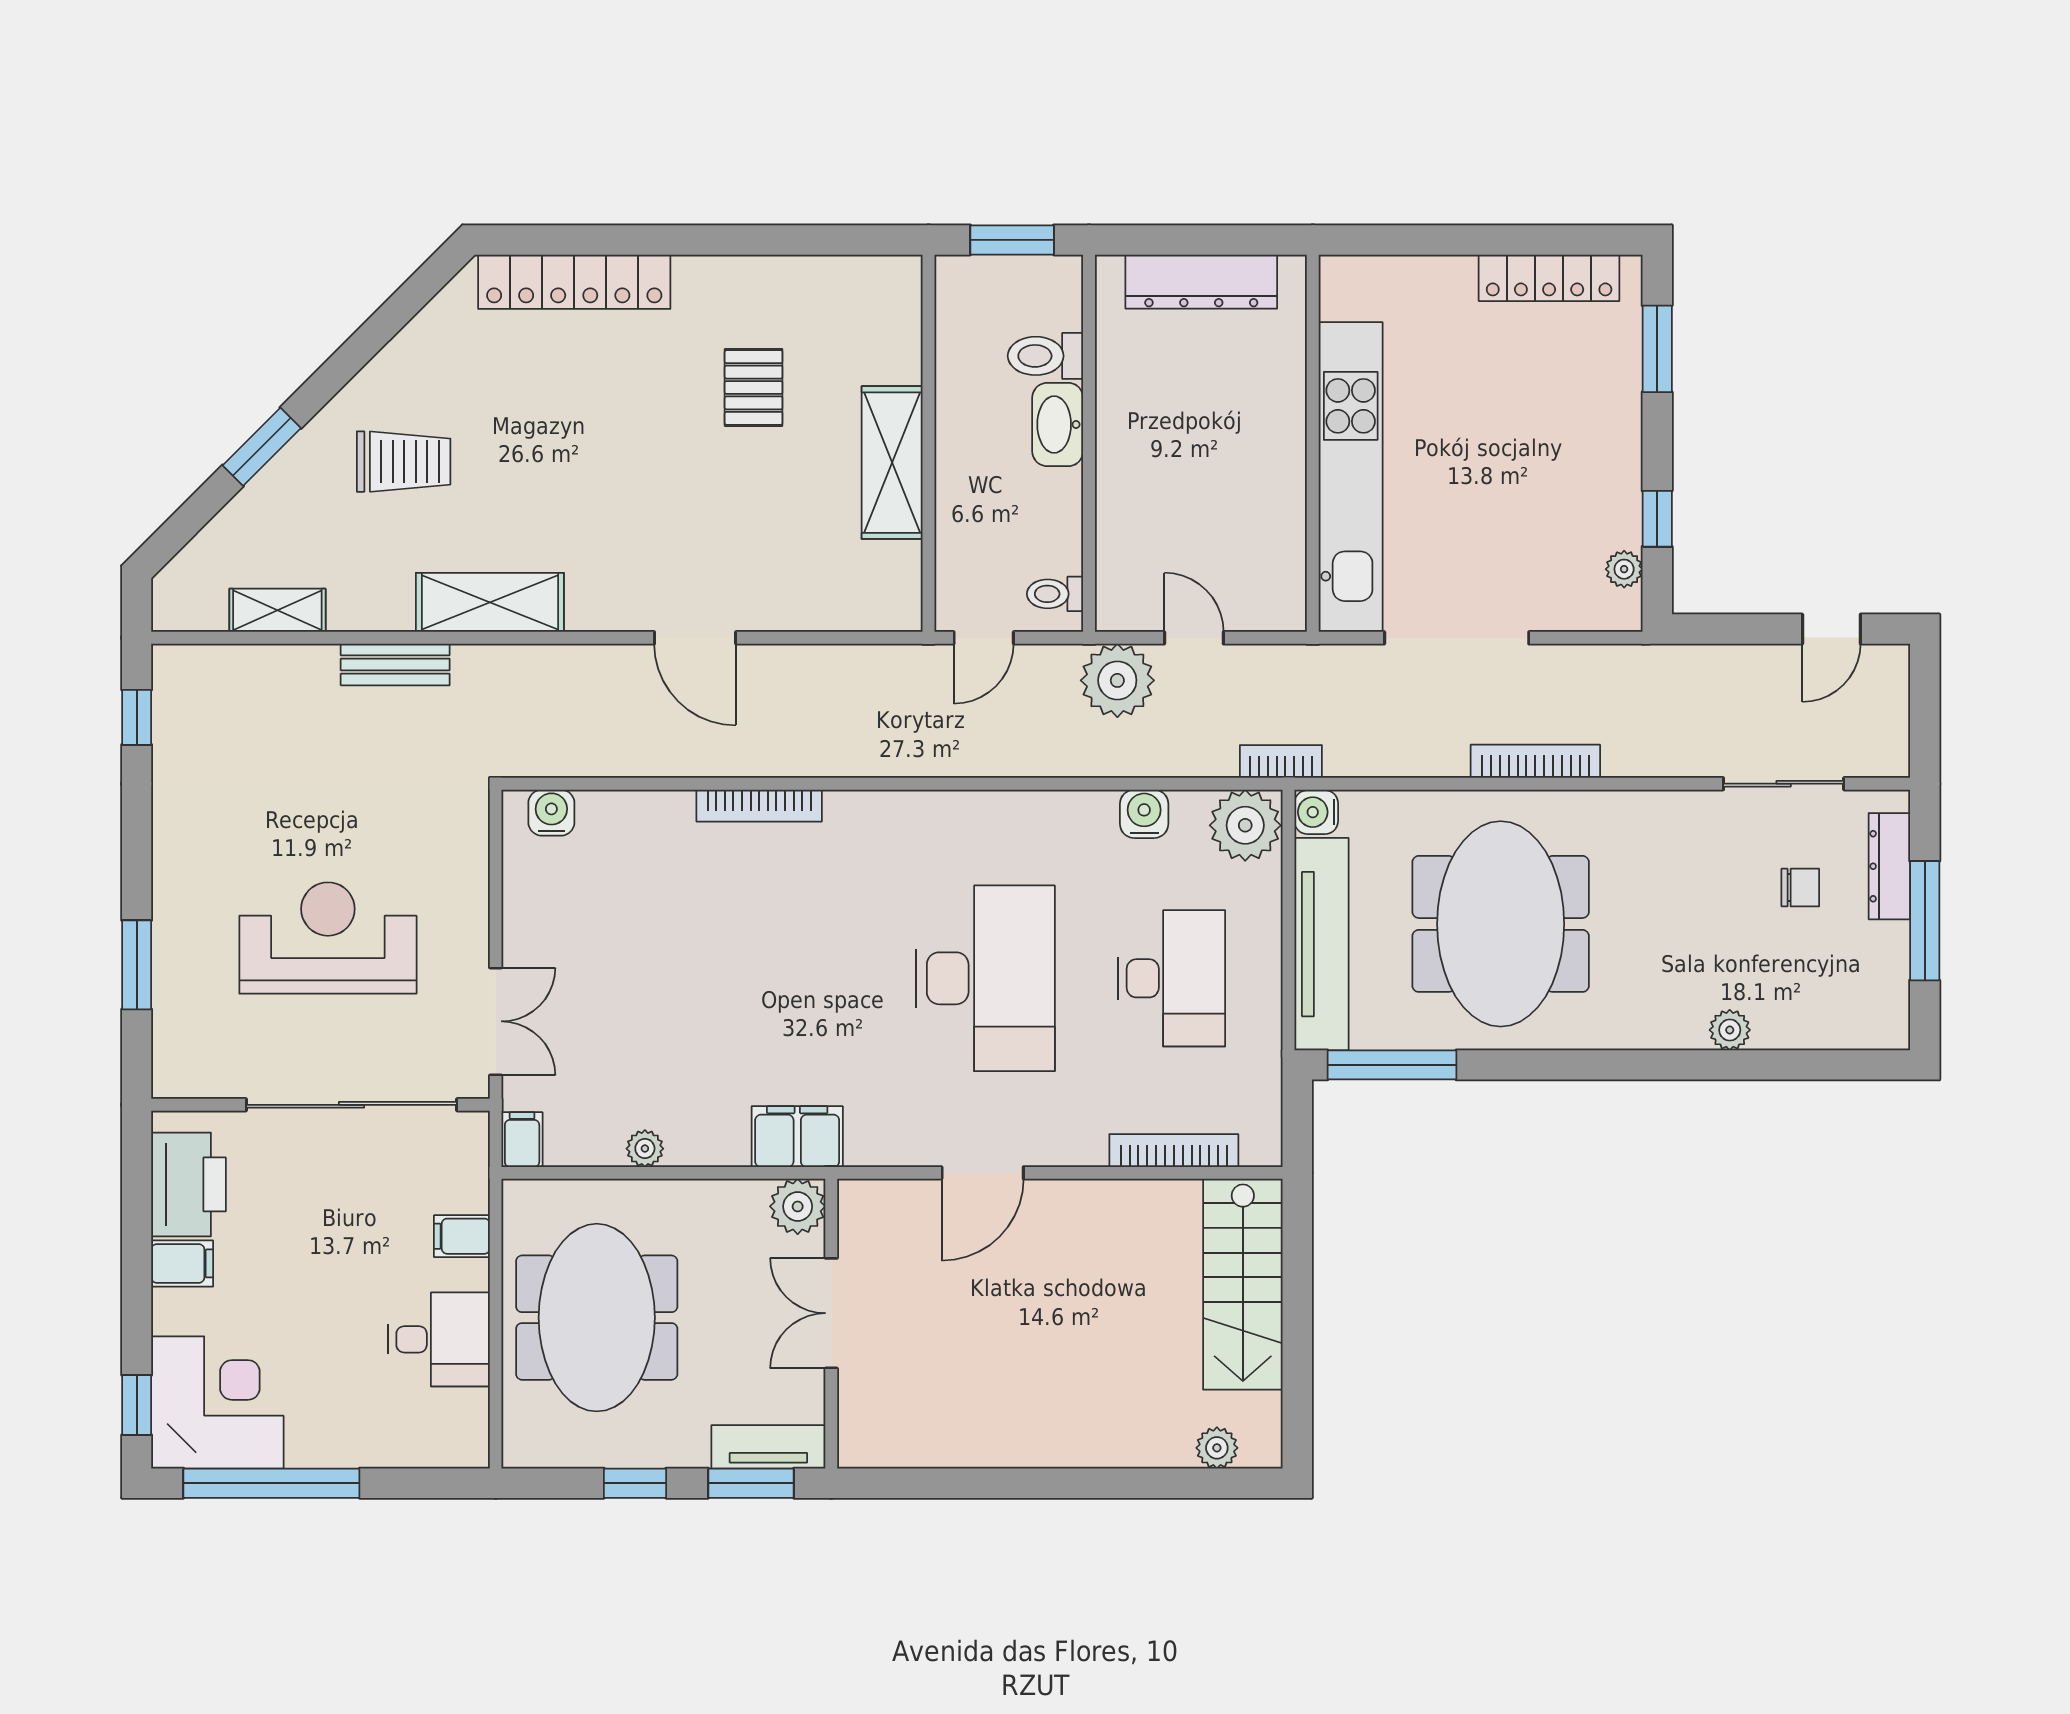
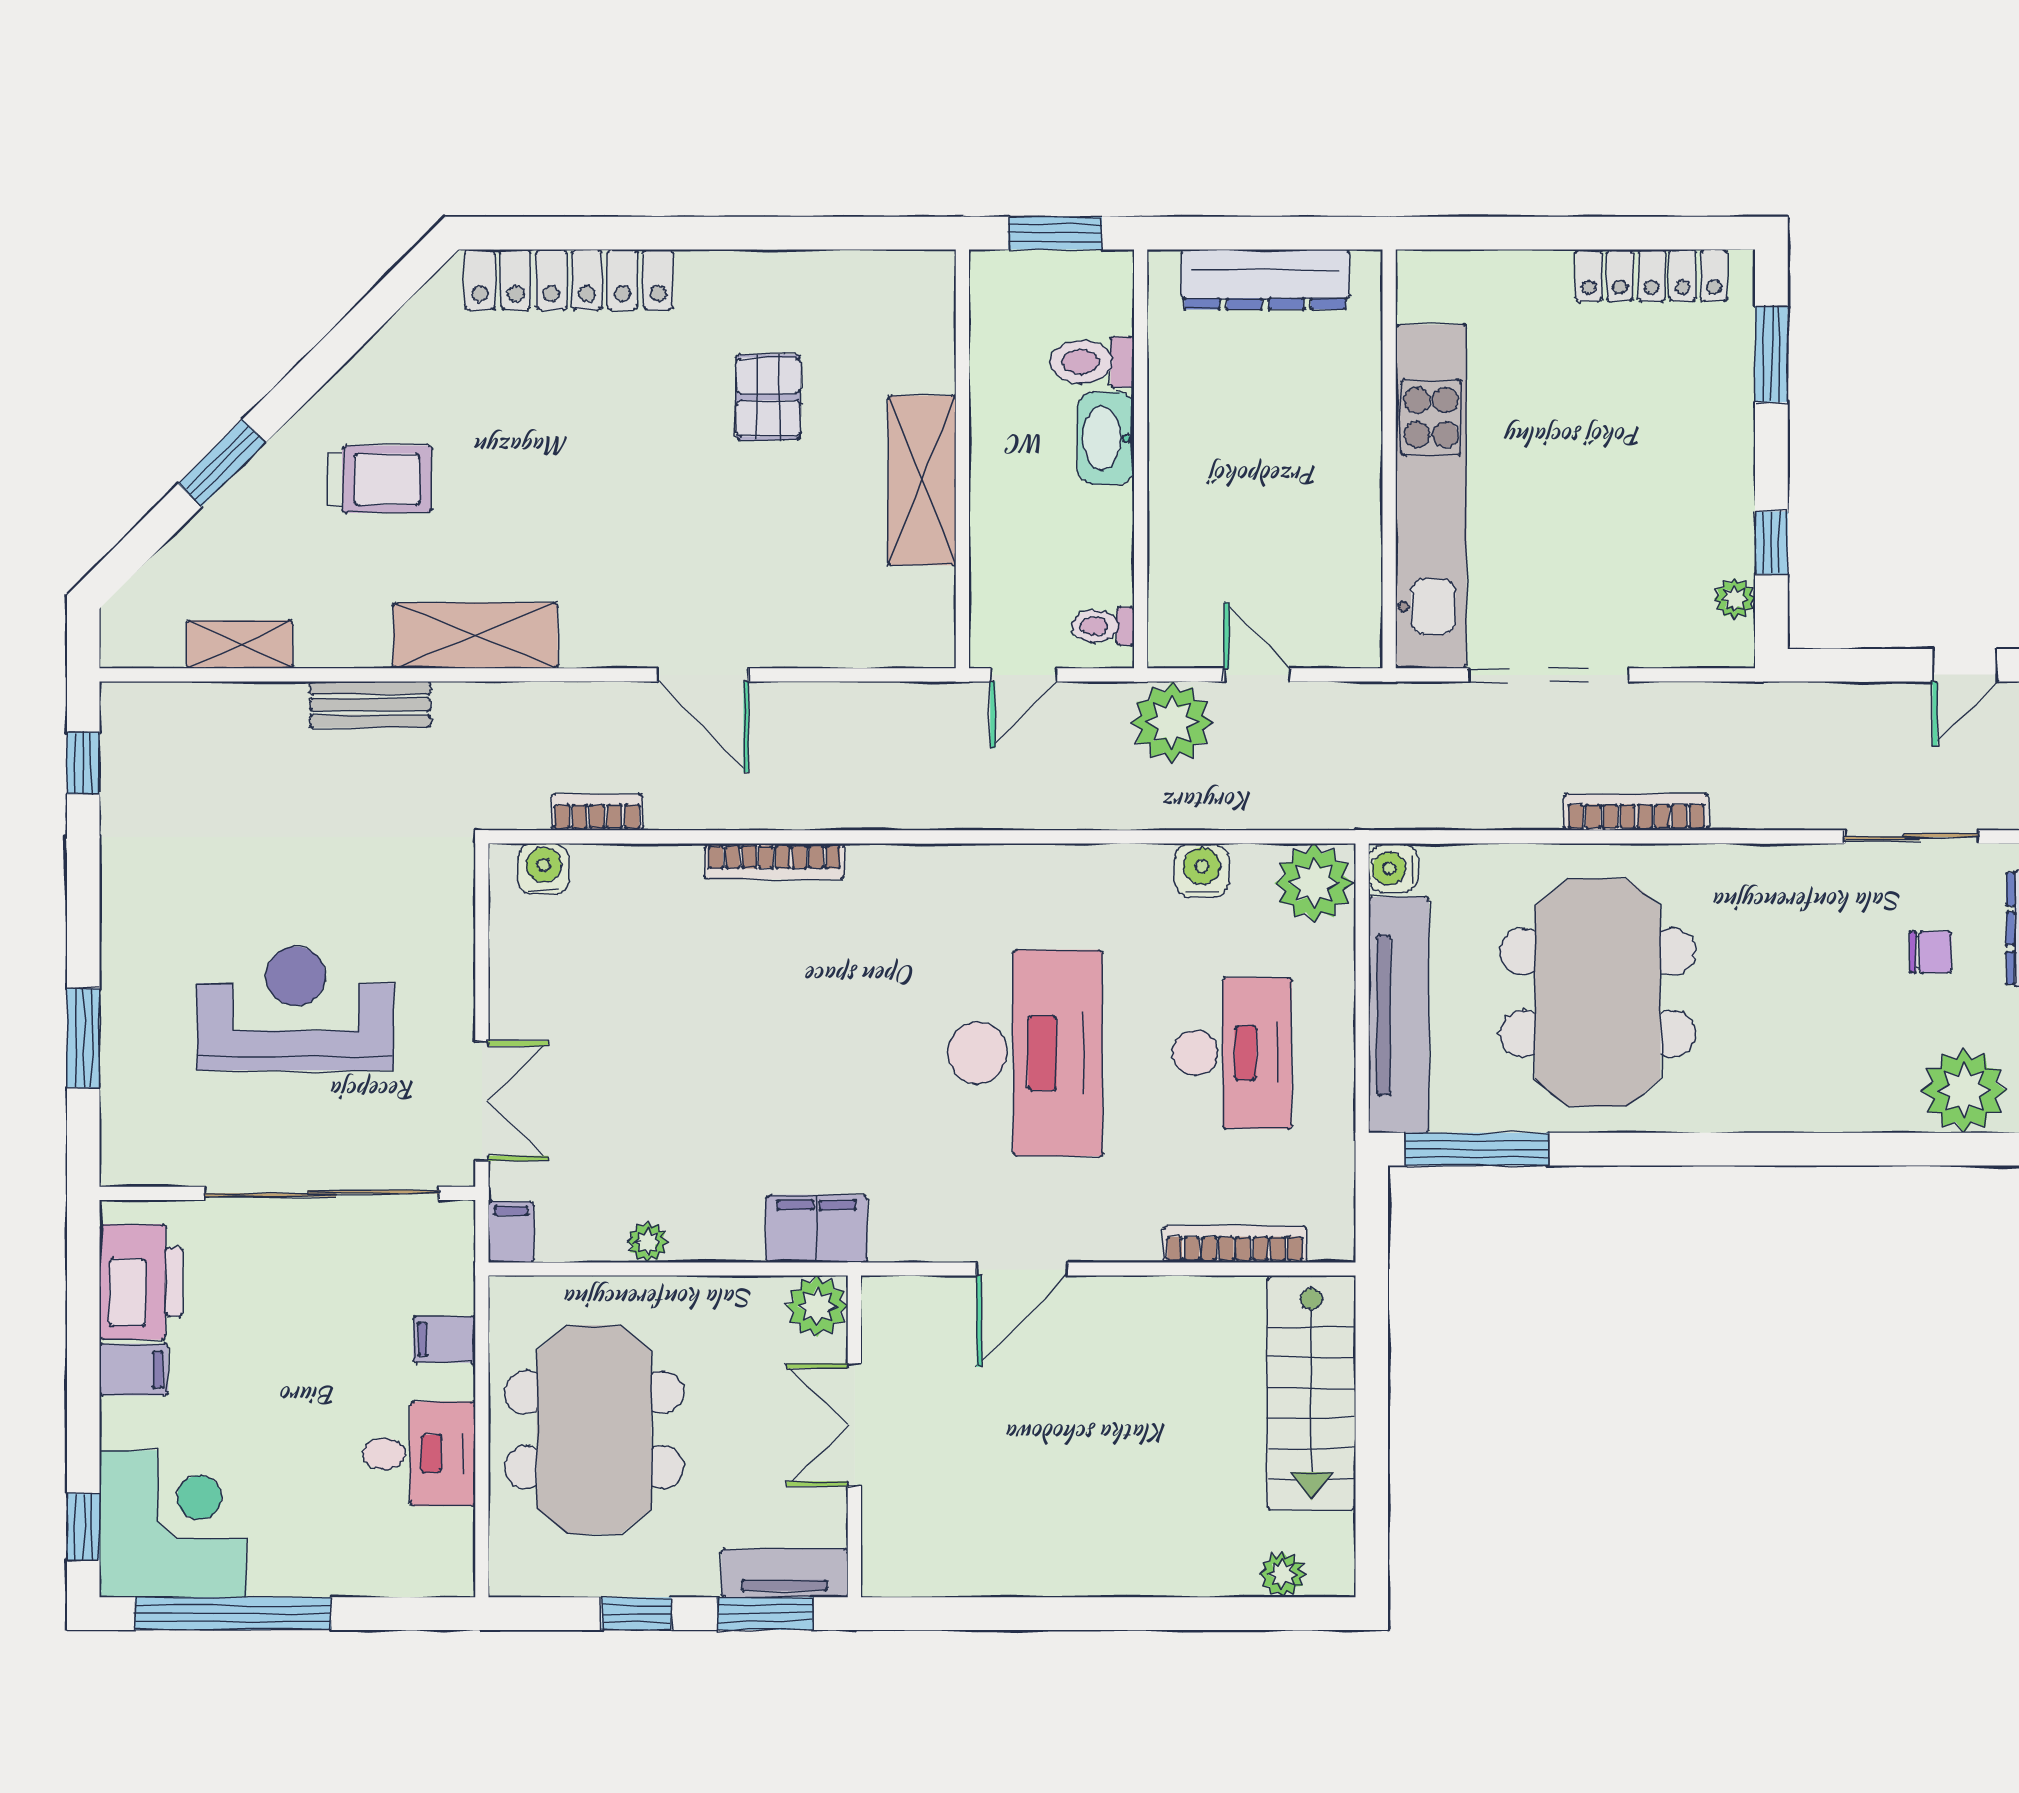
bookcase: (1281, 761) -> (597, 812), moved
plant: (1730, 1030) -> (1964, 1091), moved, width x1.87, depth x1.87

